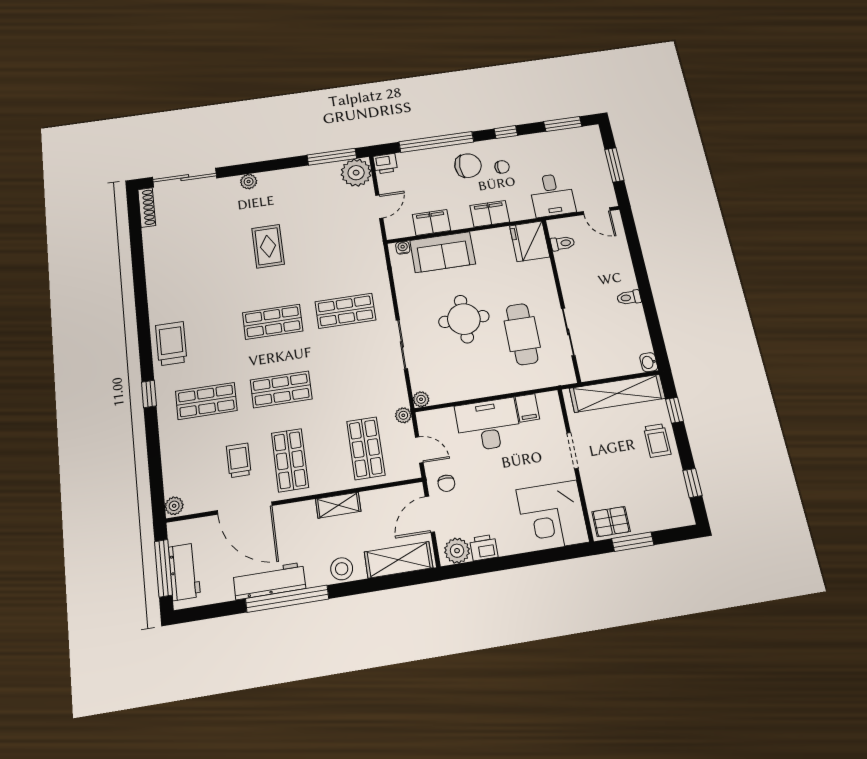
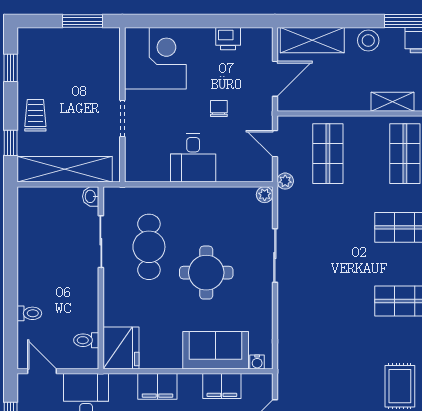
toilet: (629, 298) -> (29, 313), moved
shop shelf: (345, 311) -> (328, 301), removed
washbasin: (649, 362) -> (91, 196), moved, turned 180
filing cabinet: (527, 408) -> (159, 169), removed
desk: (488, 425) -> (193, 158), width x0.73
chair: (446, 483) -> (219, 109), moved
shelving: (338, 505) -> (392, 102), moved
pallet: (611, 522) -> (99, 44), removed
plant: (457, 551) -> (254, 40), removed

